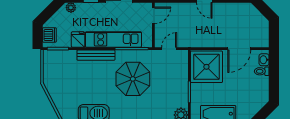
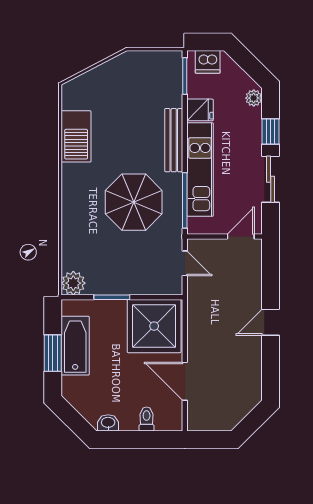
door: (153, 15) -> (241, 237), swing flipped
washbasin: (264, 60) -> (108, 423), moved

